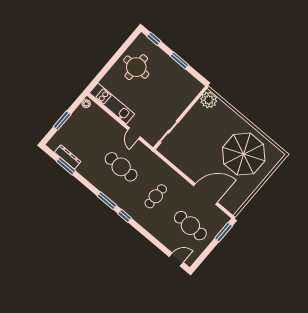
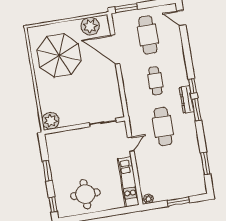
dresser: (68, 157) -> (187, 100), moved
cafe table: (156, 196) -> (155, 81), turned 90
plant: (239, 196) -> (90, 26), added

